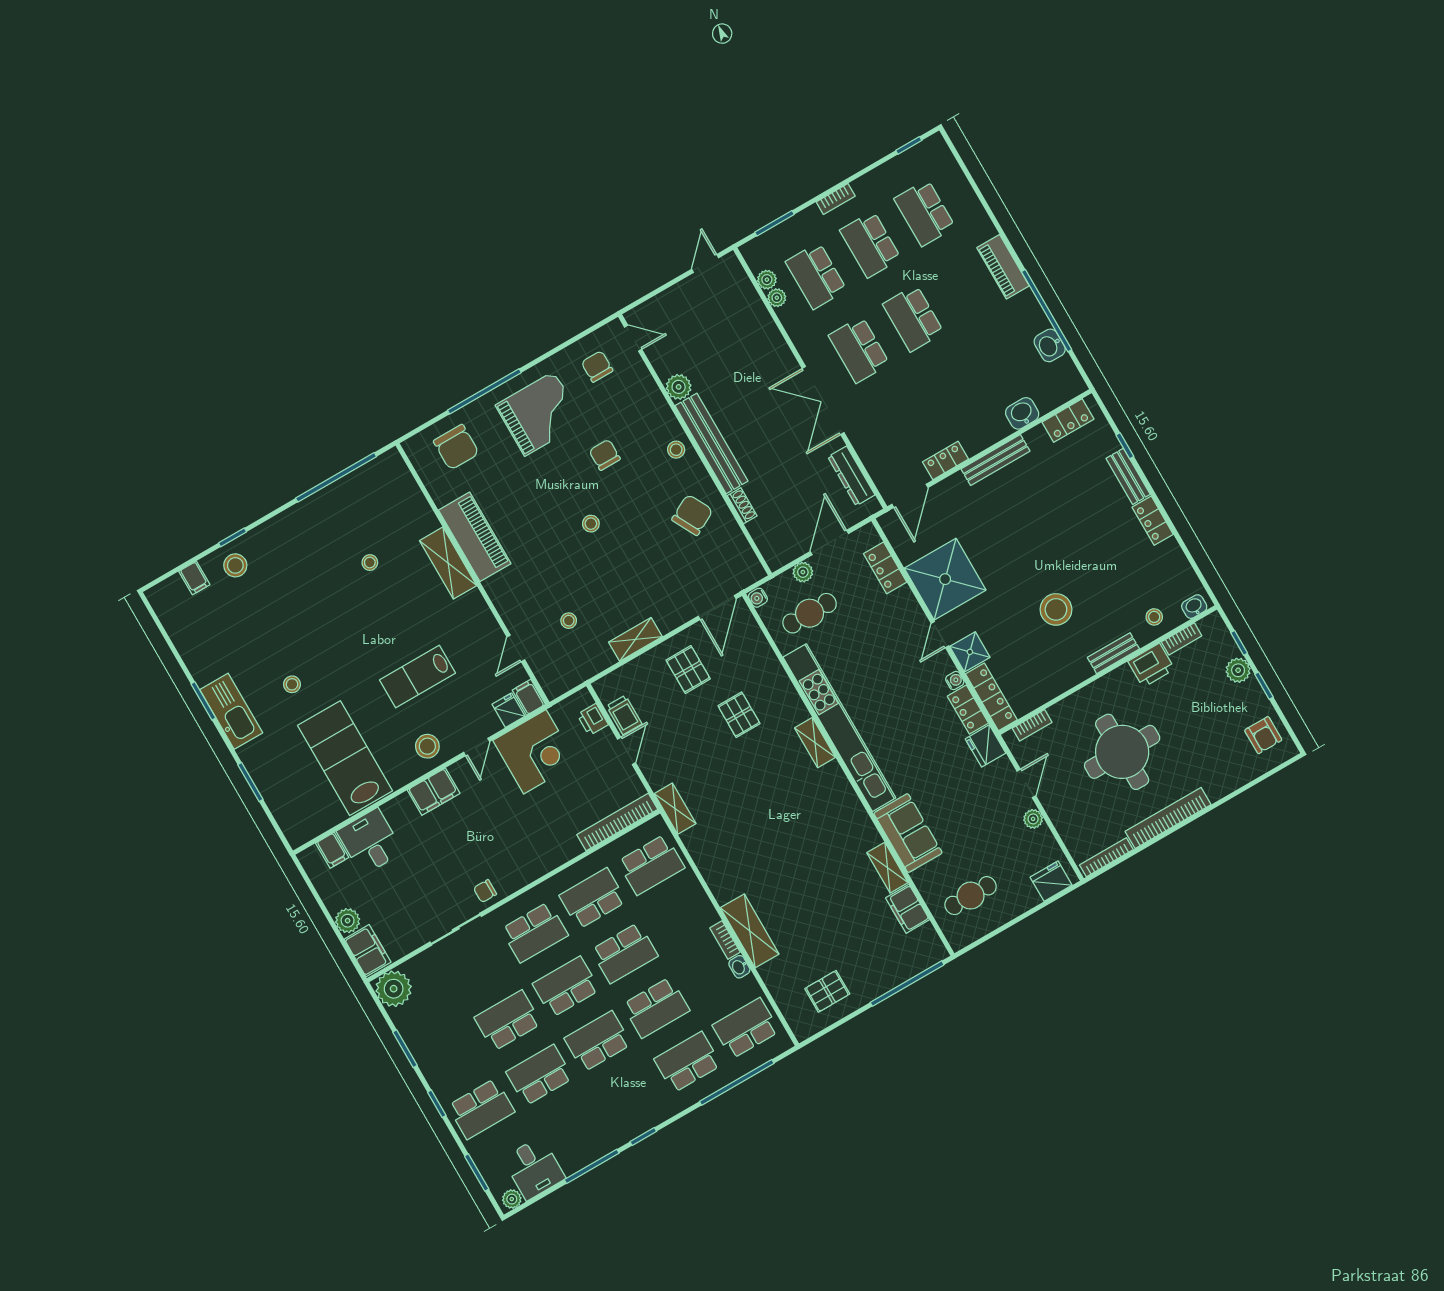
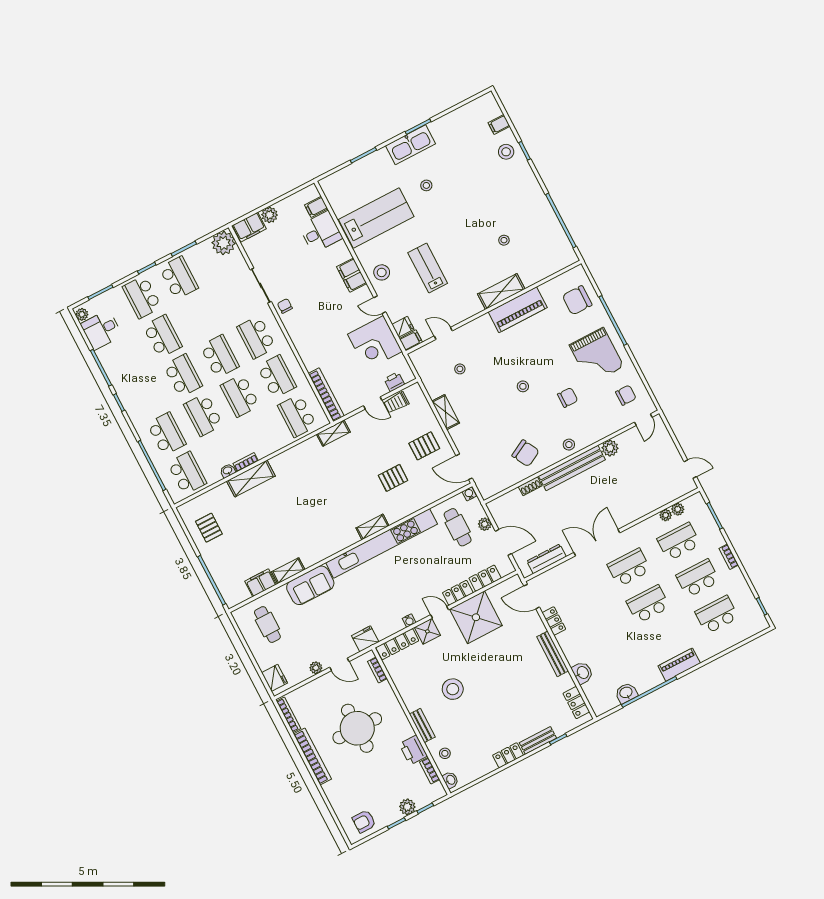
locker: (968, 710) -> (458, 593), moved
school desk: (508, 1021) -> (179, 278), moved

